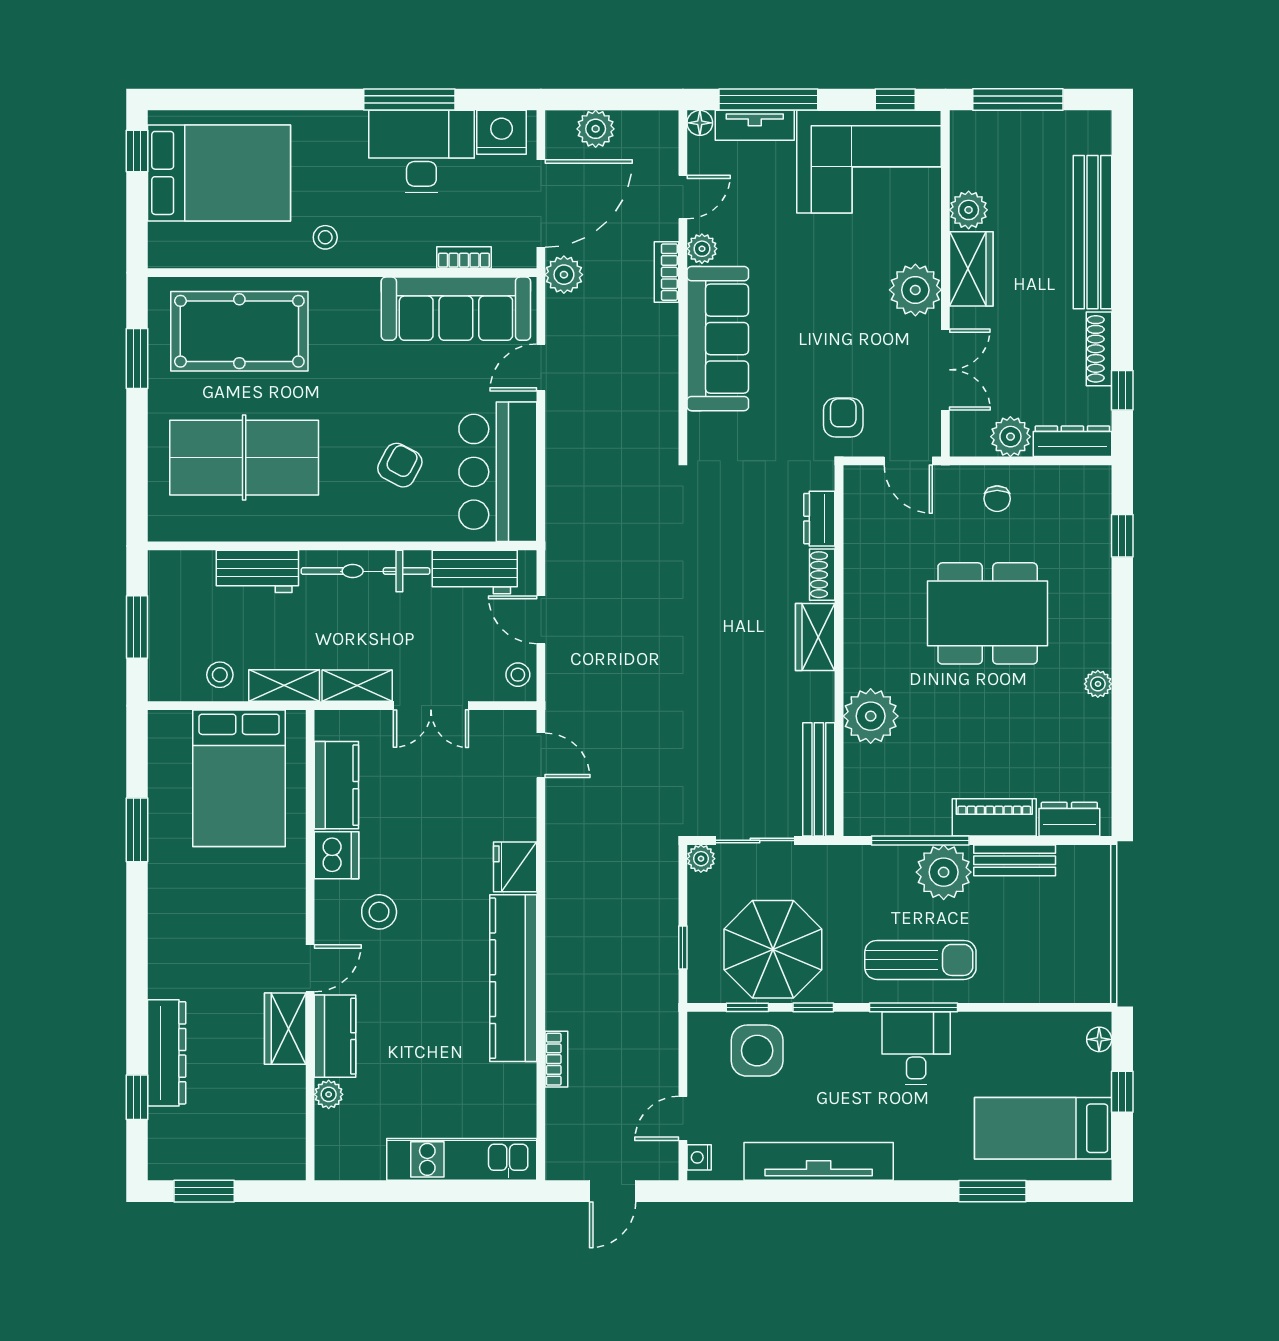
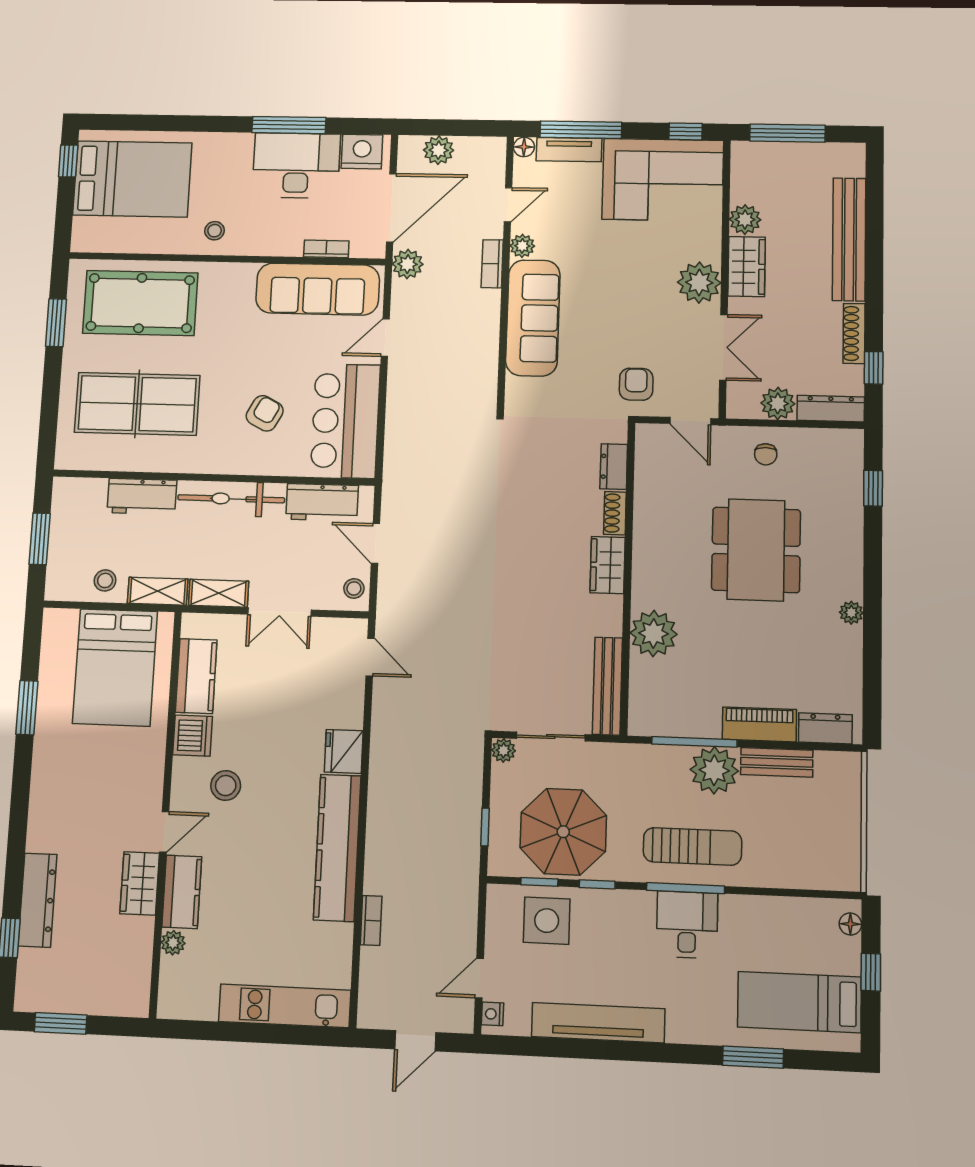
dining table: (988, 613) -> (756, 550), turned 90

